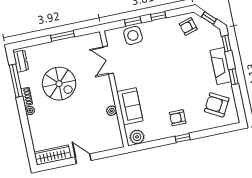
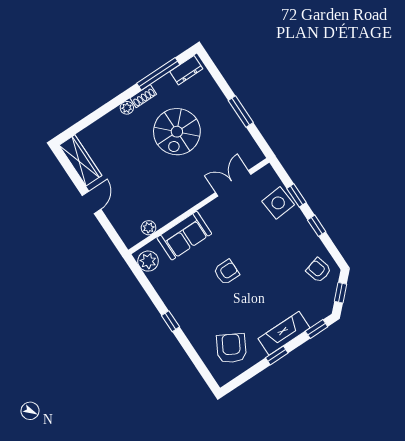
plant: (111, 111) -> (149, 228), moved
armchair: (178, 118) -> (226, 272), moved, turned 90

